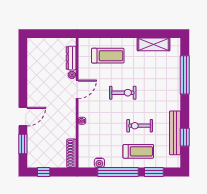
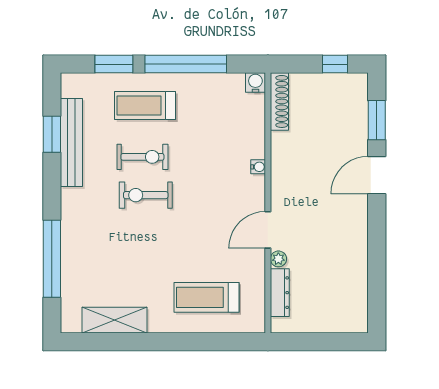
exercise bike: (123, 93) -> (146, 195), moved
water cooler: (99, 163) -> (255, 82), moved

